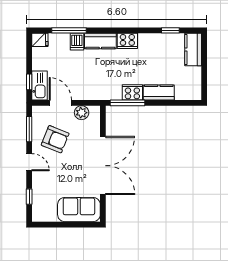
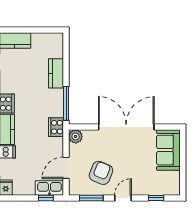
cooker: (132, 92) -> (56, 127), moved
plant: (82, 113) -> (76, 136), moved

